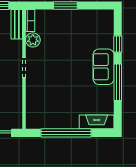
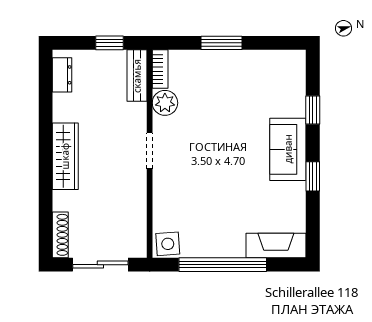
window: (118, 82) -> (313, 176), width x0.46
side table: (34, 121) -> (168, 244), added

